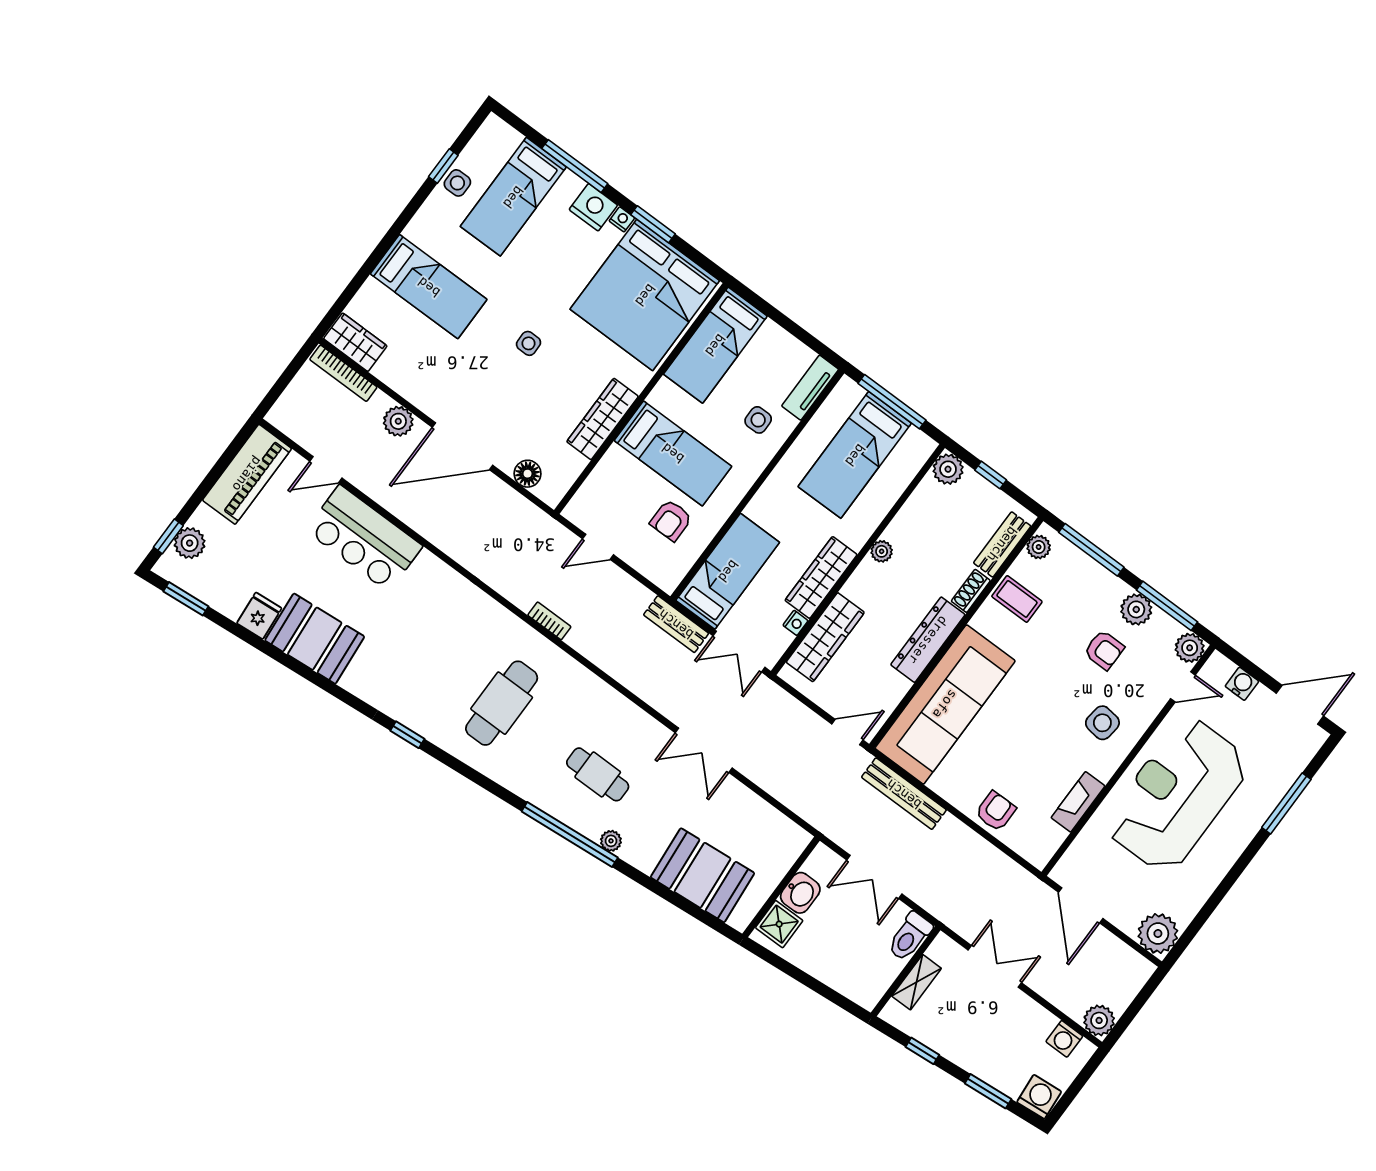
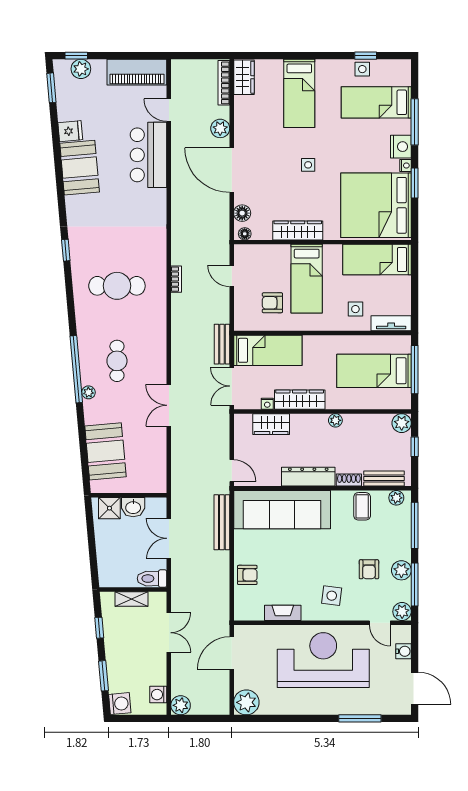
floor lamp: (556, 490) -> (245, 234), added
wardrobe: (825, 637) -> (271, 424), width x0.67

